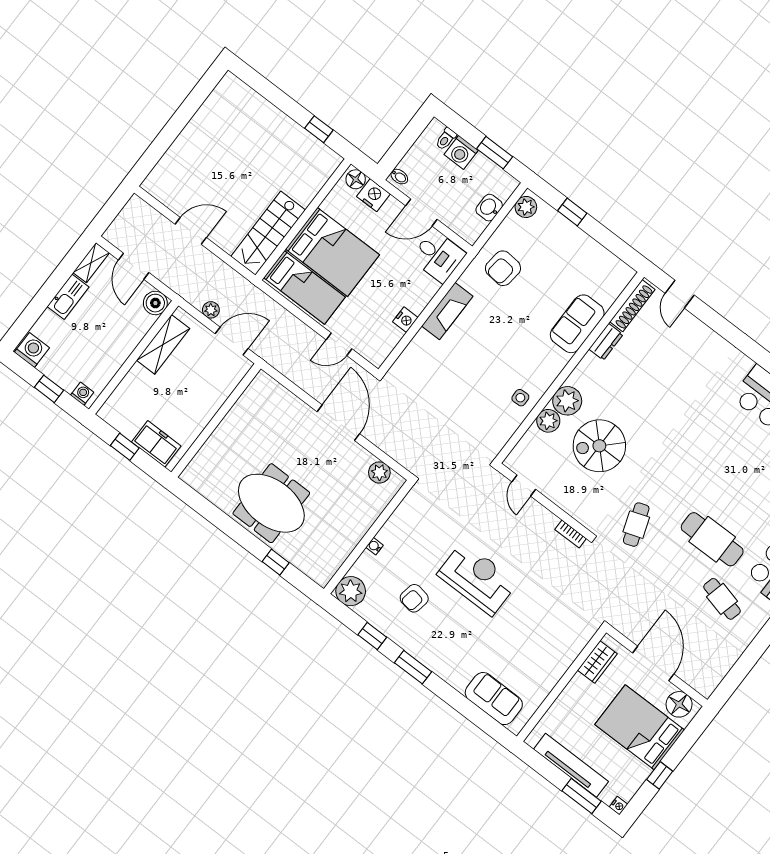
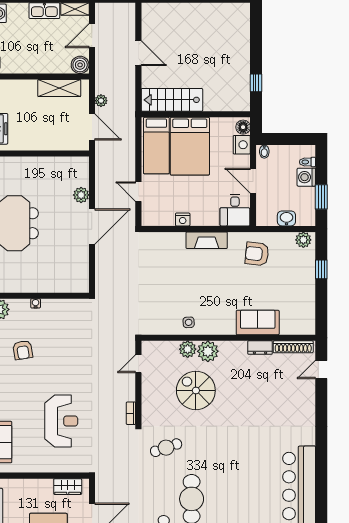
plant: (379, 472) -> (81, 195), moved
reception desk: (477, 578) -> (61, 421), moved
armchair: (414, 598) -> (23, 350), turned -109

